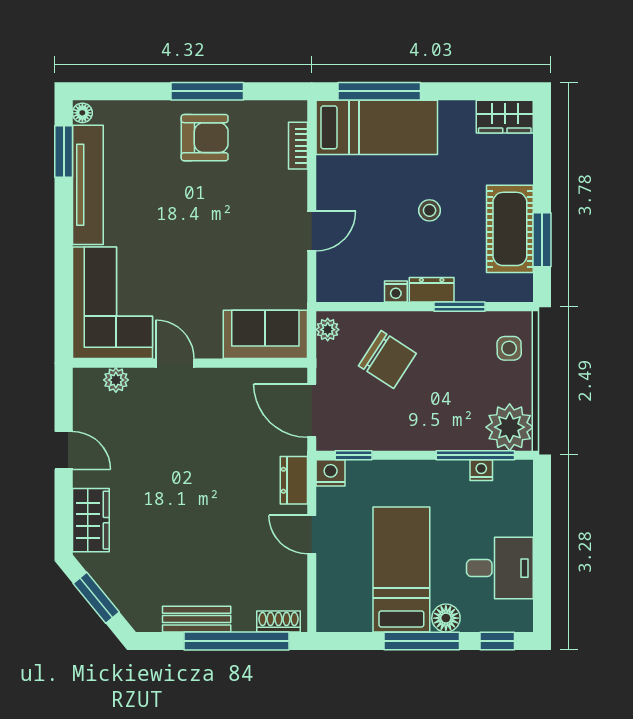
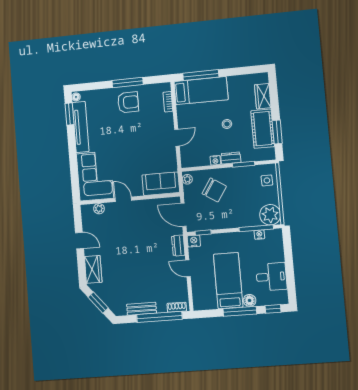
wardrobe: (505, 117) -> (263, 96), moved, turned 90

